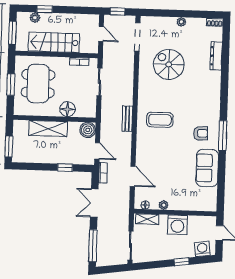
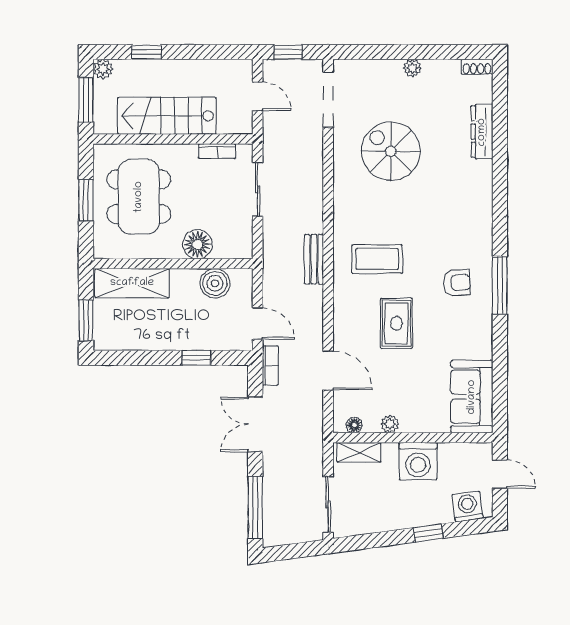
plant: (35, 18) -> (103, 69), moved
shelving: (48, 129) -> (132, 283), moved
boiler: (88, 130) -> (215, 283), moved
rug: (169, 153) -> (396, 323), added
sofa: (207, 168) -> (472, 397), moved

